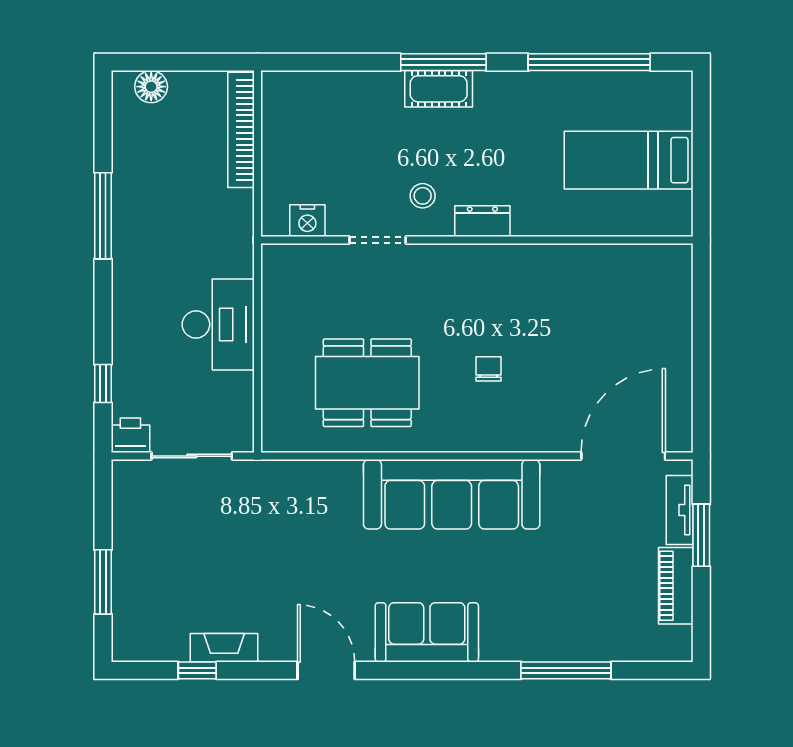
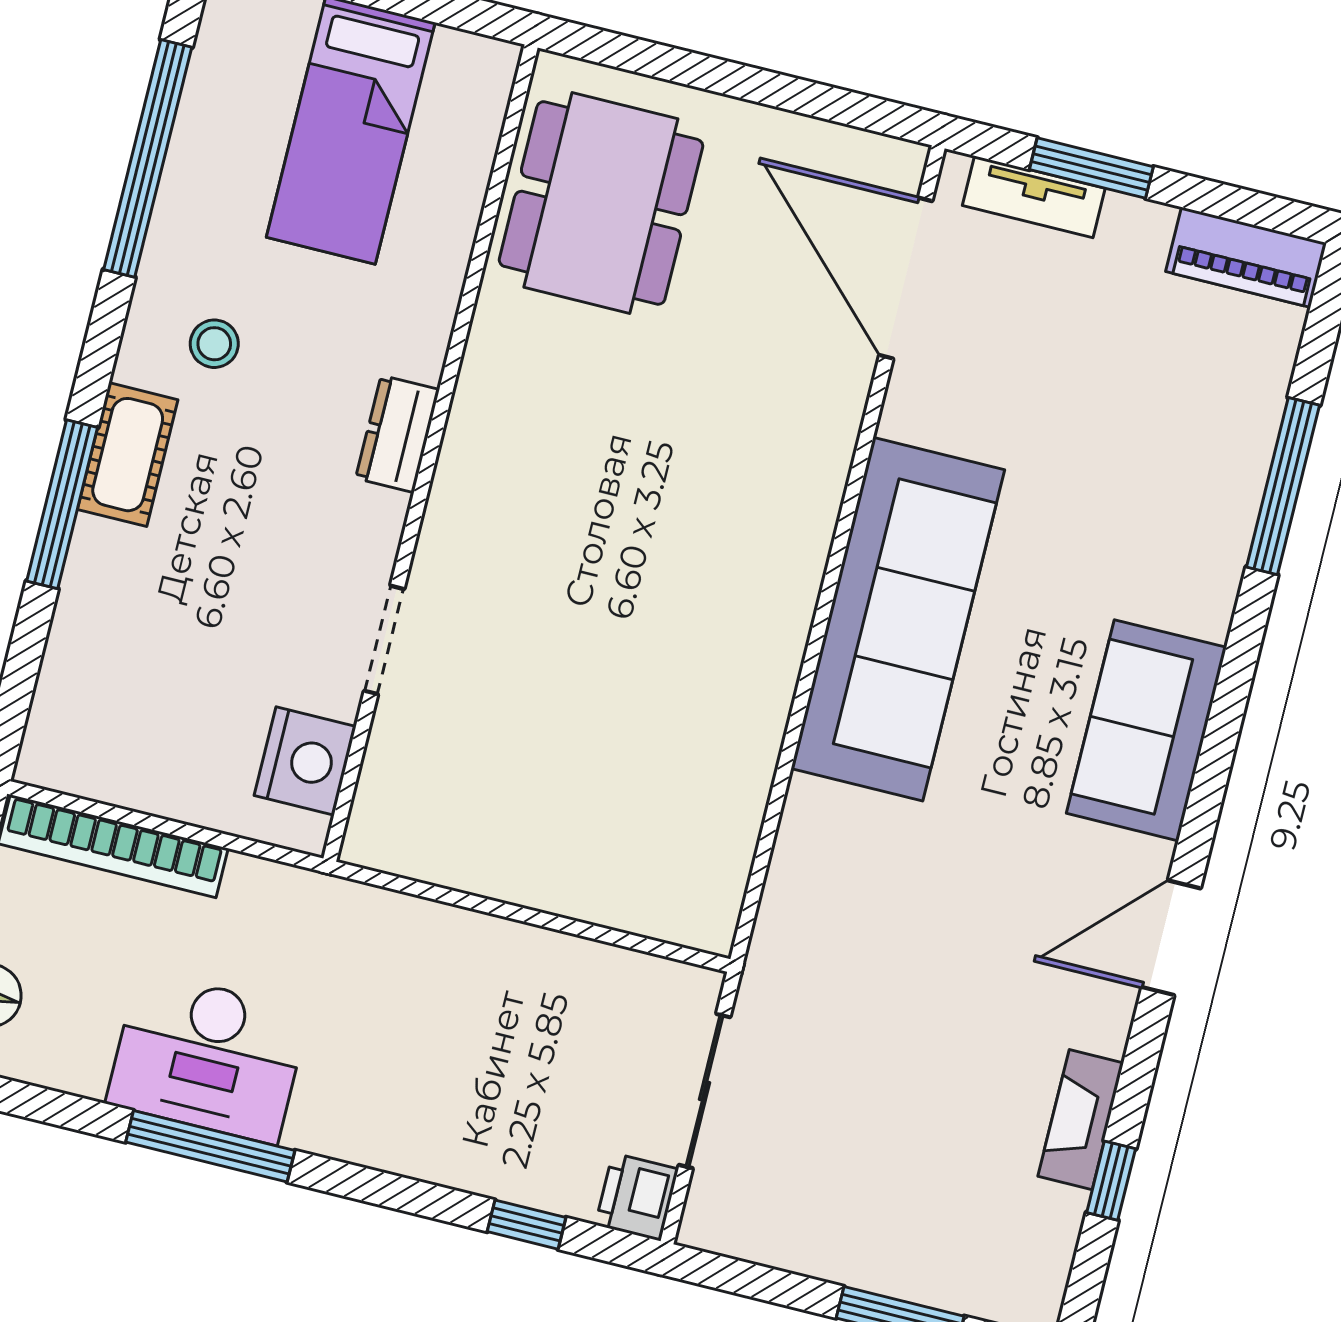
window: (443, 62) -> (62, 504), moved
stool: (423, 196) -> (214, 344), moved
nightstand: (307, 221) -> (305, 761), width x1.36, depth x1.33
desk: (218, 324) -> (208, 1057), moved, turned 180
chair: (489, 369) -> (679, 491), removed
dining table: (367, 383) -> (601, 203), moved
piano: (676, 586) -> (1246, 257), moved

